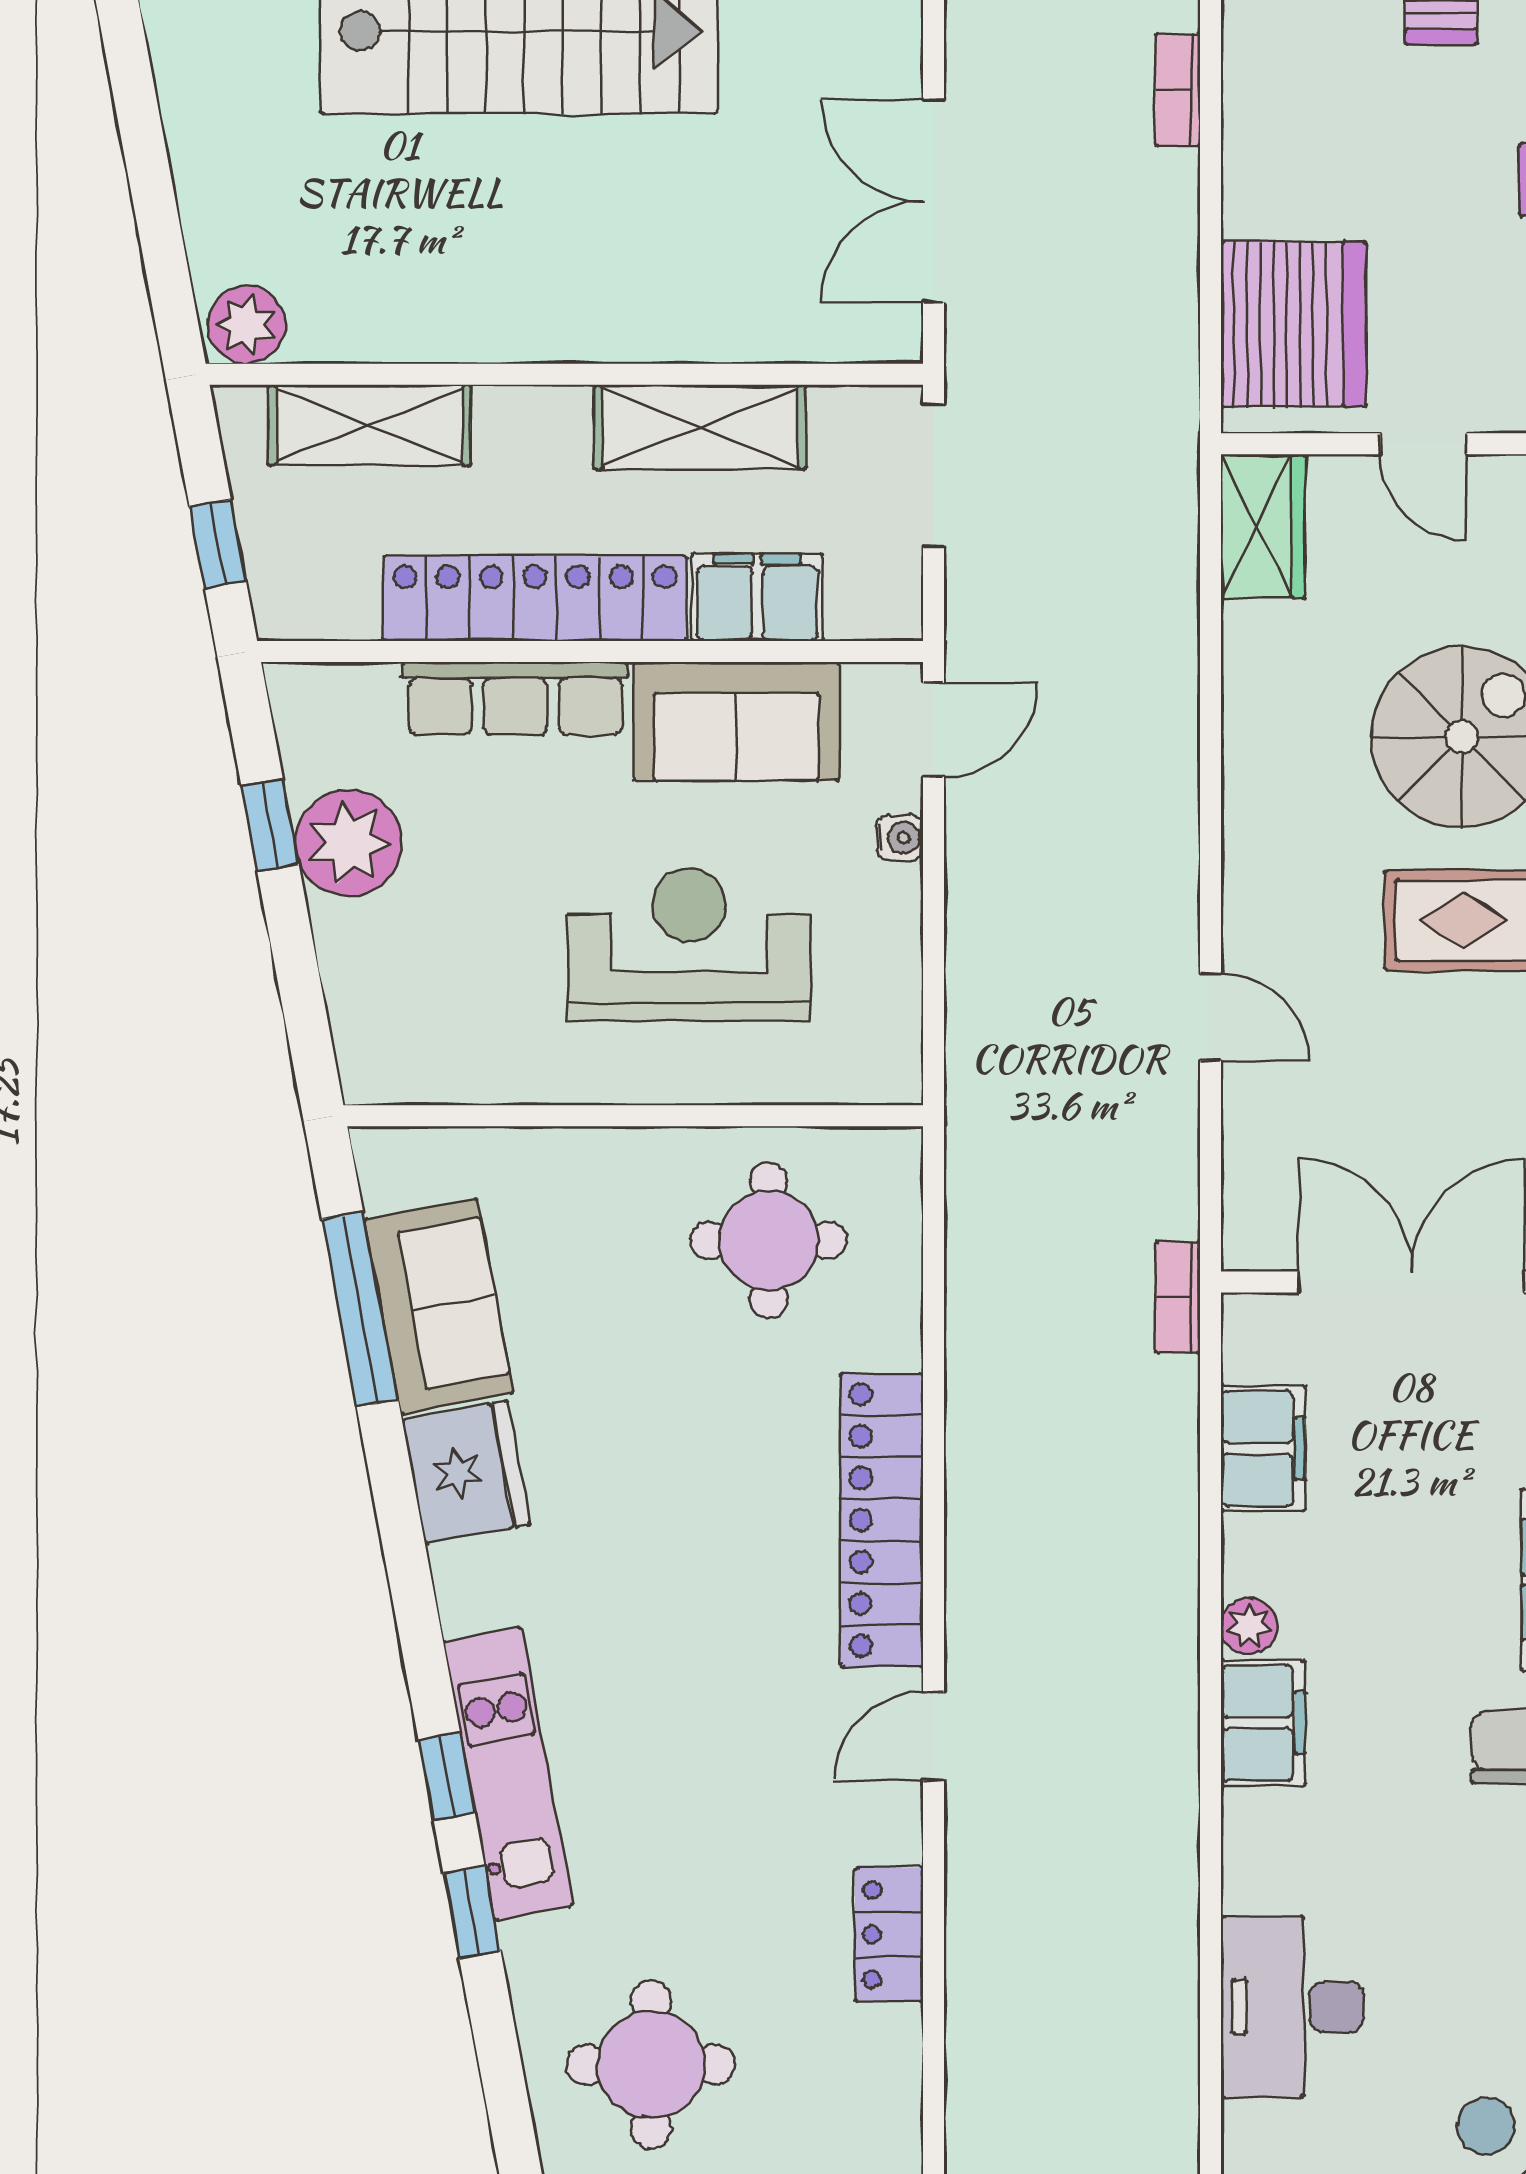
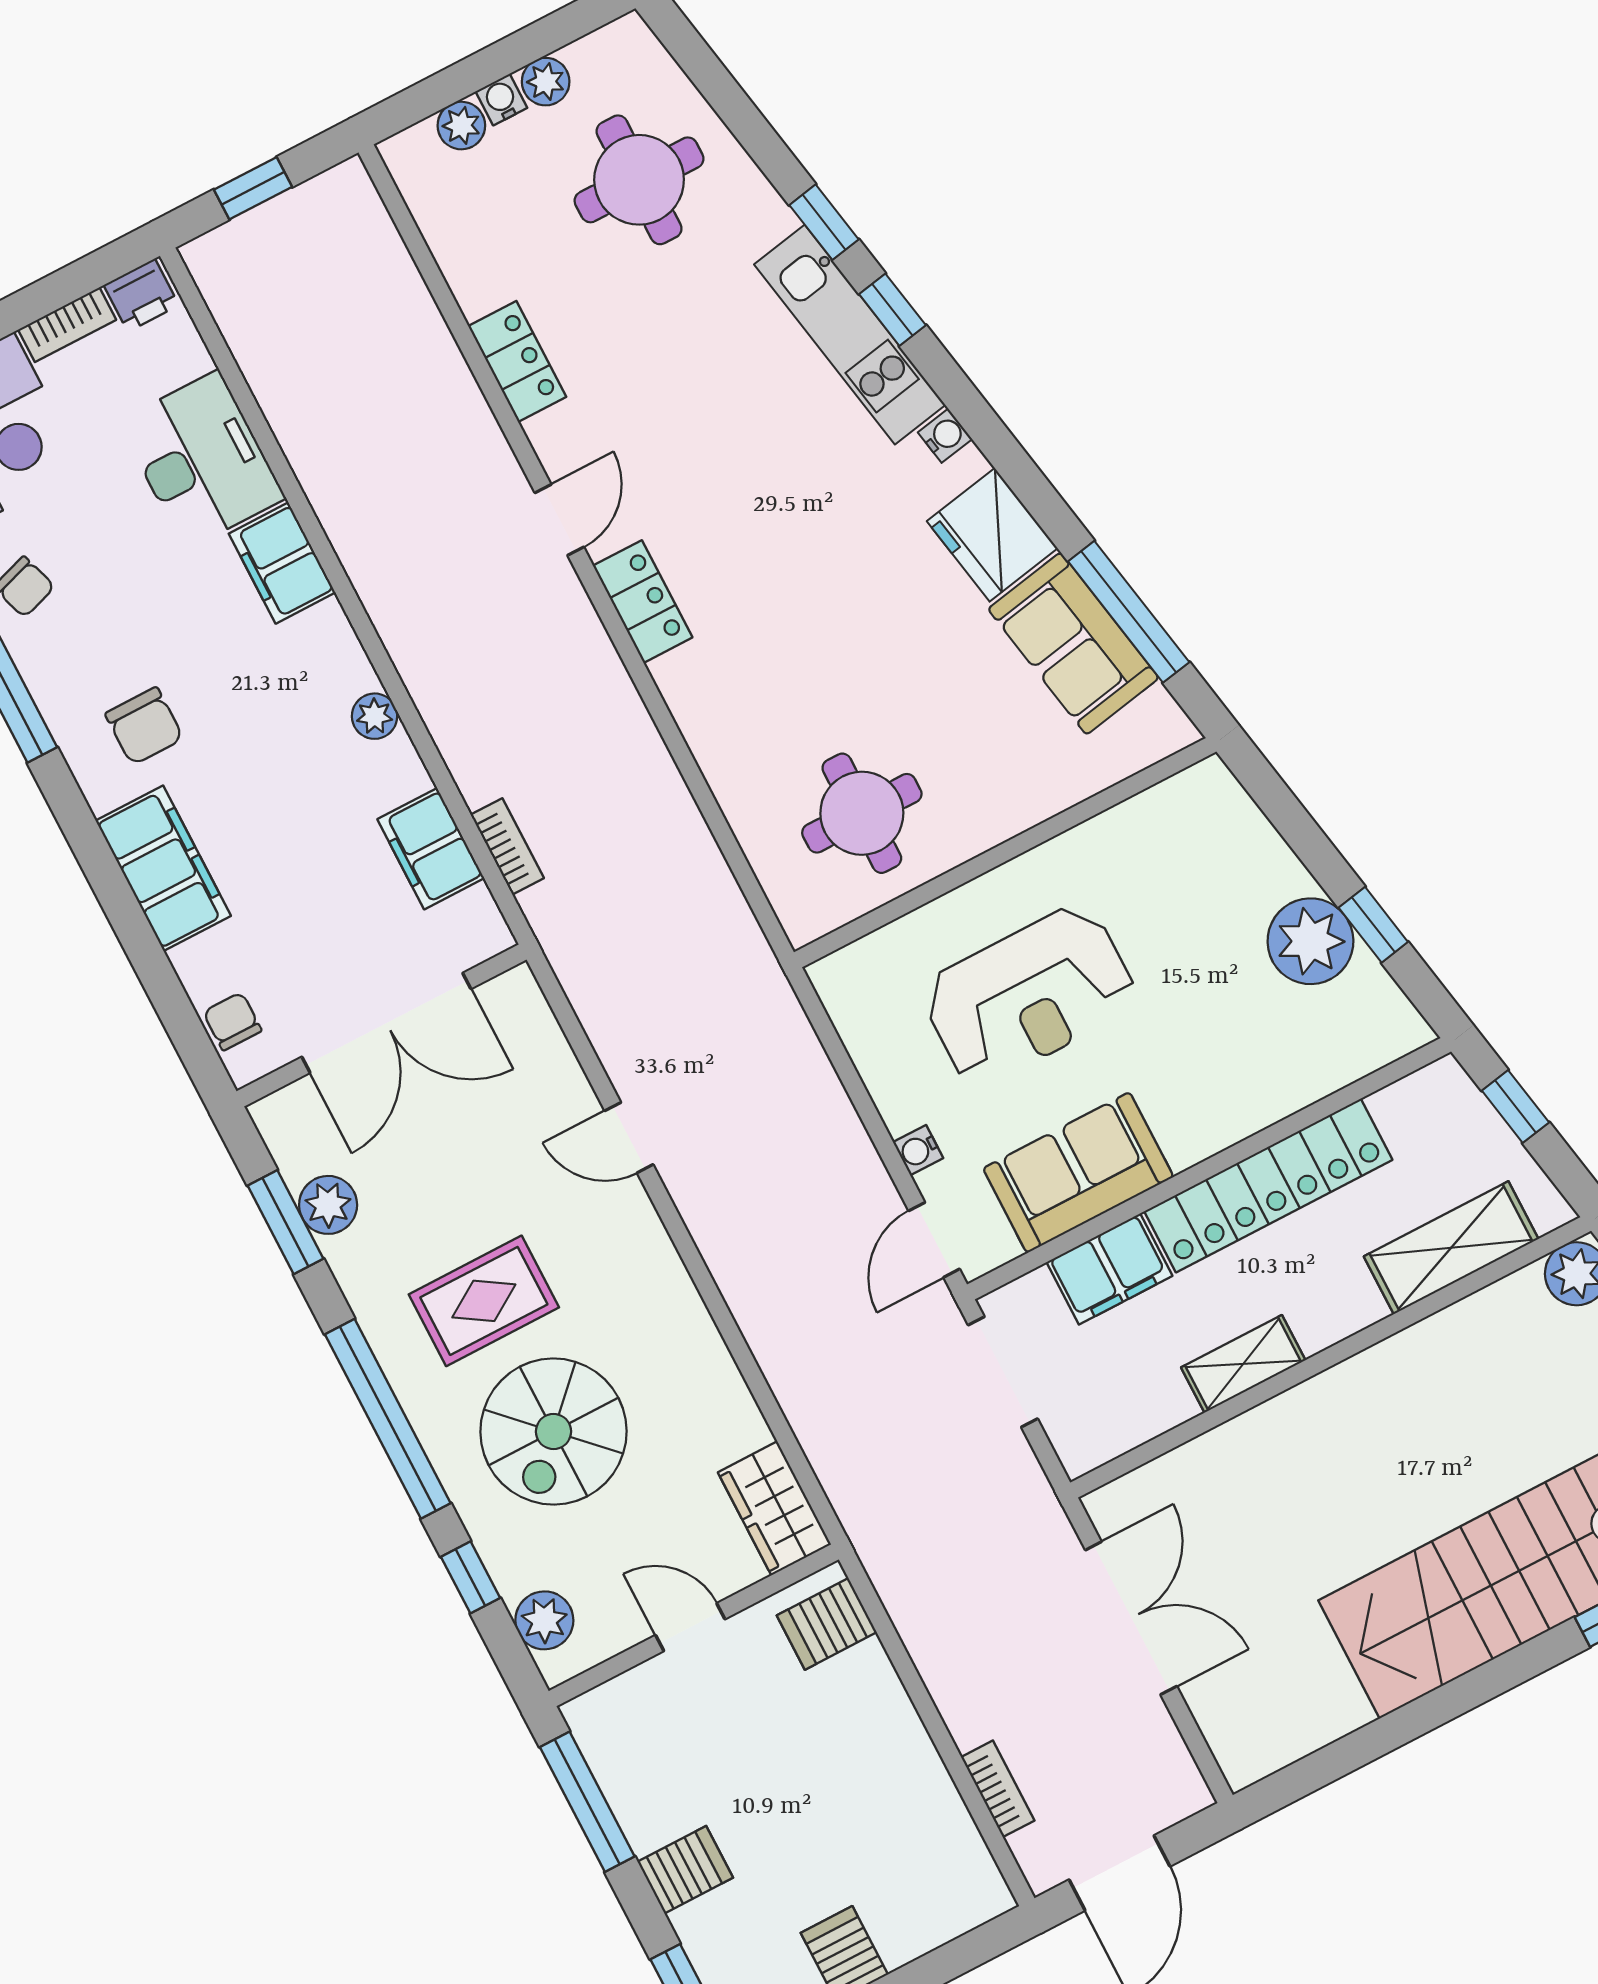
server rack: (1293, 324) -> (827, 1624), width x0.46, depth x0.70
shelving: (700, 427) -> (1243, 1364), width x0.67, depth x0.75
doorway: (933, 476) -> (1003, 1372), moved
row of seats: (515, 698) -> (1245, 1107), removed
bookcase: (1178, 1297) -> (507, 846), moved
locker: (881, 1520) -> (643, 602), width x0.46, depth x0.83
water cooler: (461, 1608) -> (945, 436), added
filing cabinet: (1263, 1723) -> (282, 563), moved

